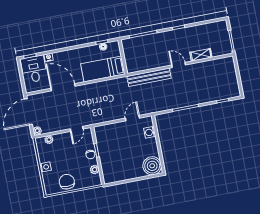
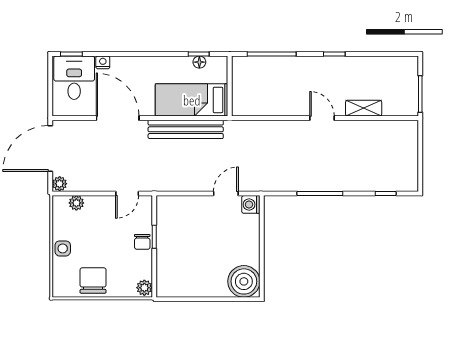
bench: (149, 77) -> (186, 129), moved
washing machine: (150, 132) -> (251, 204), moved
plant: (95, 170) -> (144, 288), moved

